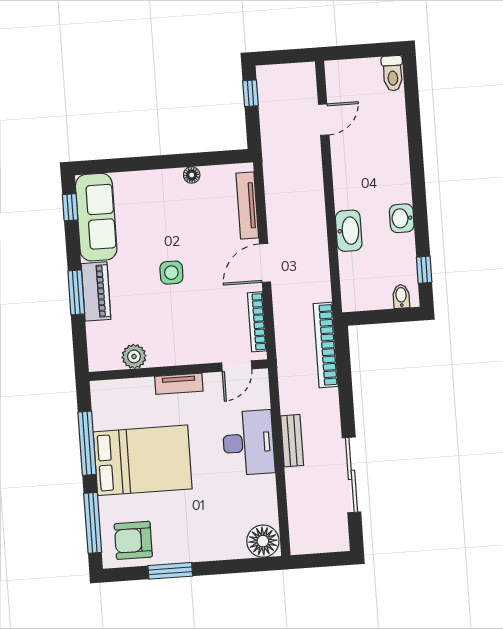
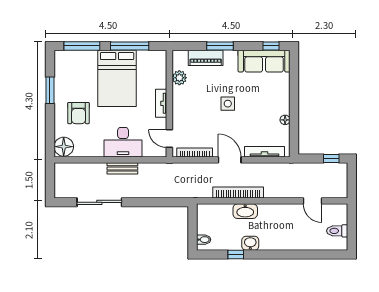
toilet: (393, 73) -> (337, 231), moved
window: (424, 270) -> (236, 254), moved
piano: (96, 291) -> (206, 58), moved
bookcase: (326, 345) -> (238, 192), moved
armchair: (133, 540) -> (78, 113), moved, turned 180

